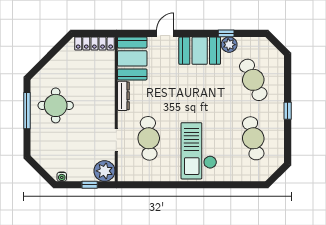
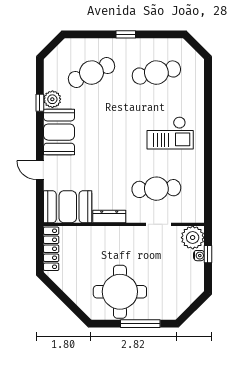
round table: (56, 105) -> (120, 292), width x1.36, depth x1.36
window: (27, 111) -> (140, 324), moved
checkout: (199, 151) -> (170, 133), width x0.73, depth x0.83
water cooler: (62, 177) -> (199, 256), moved

